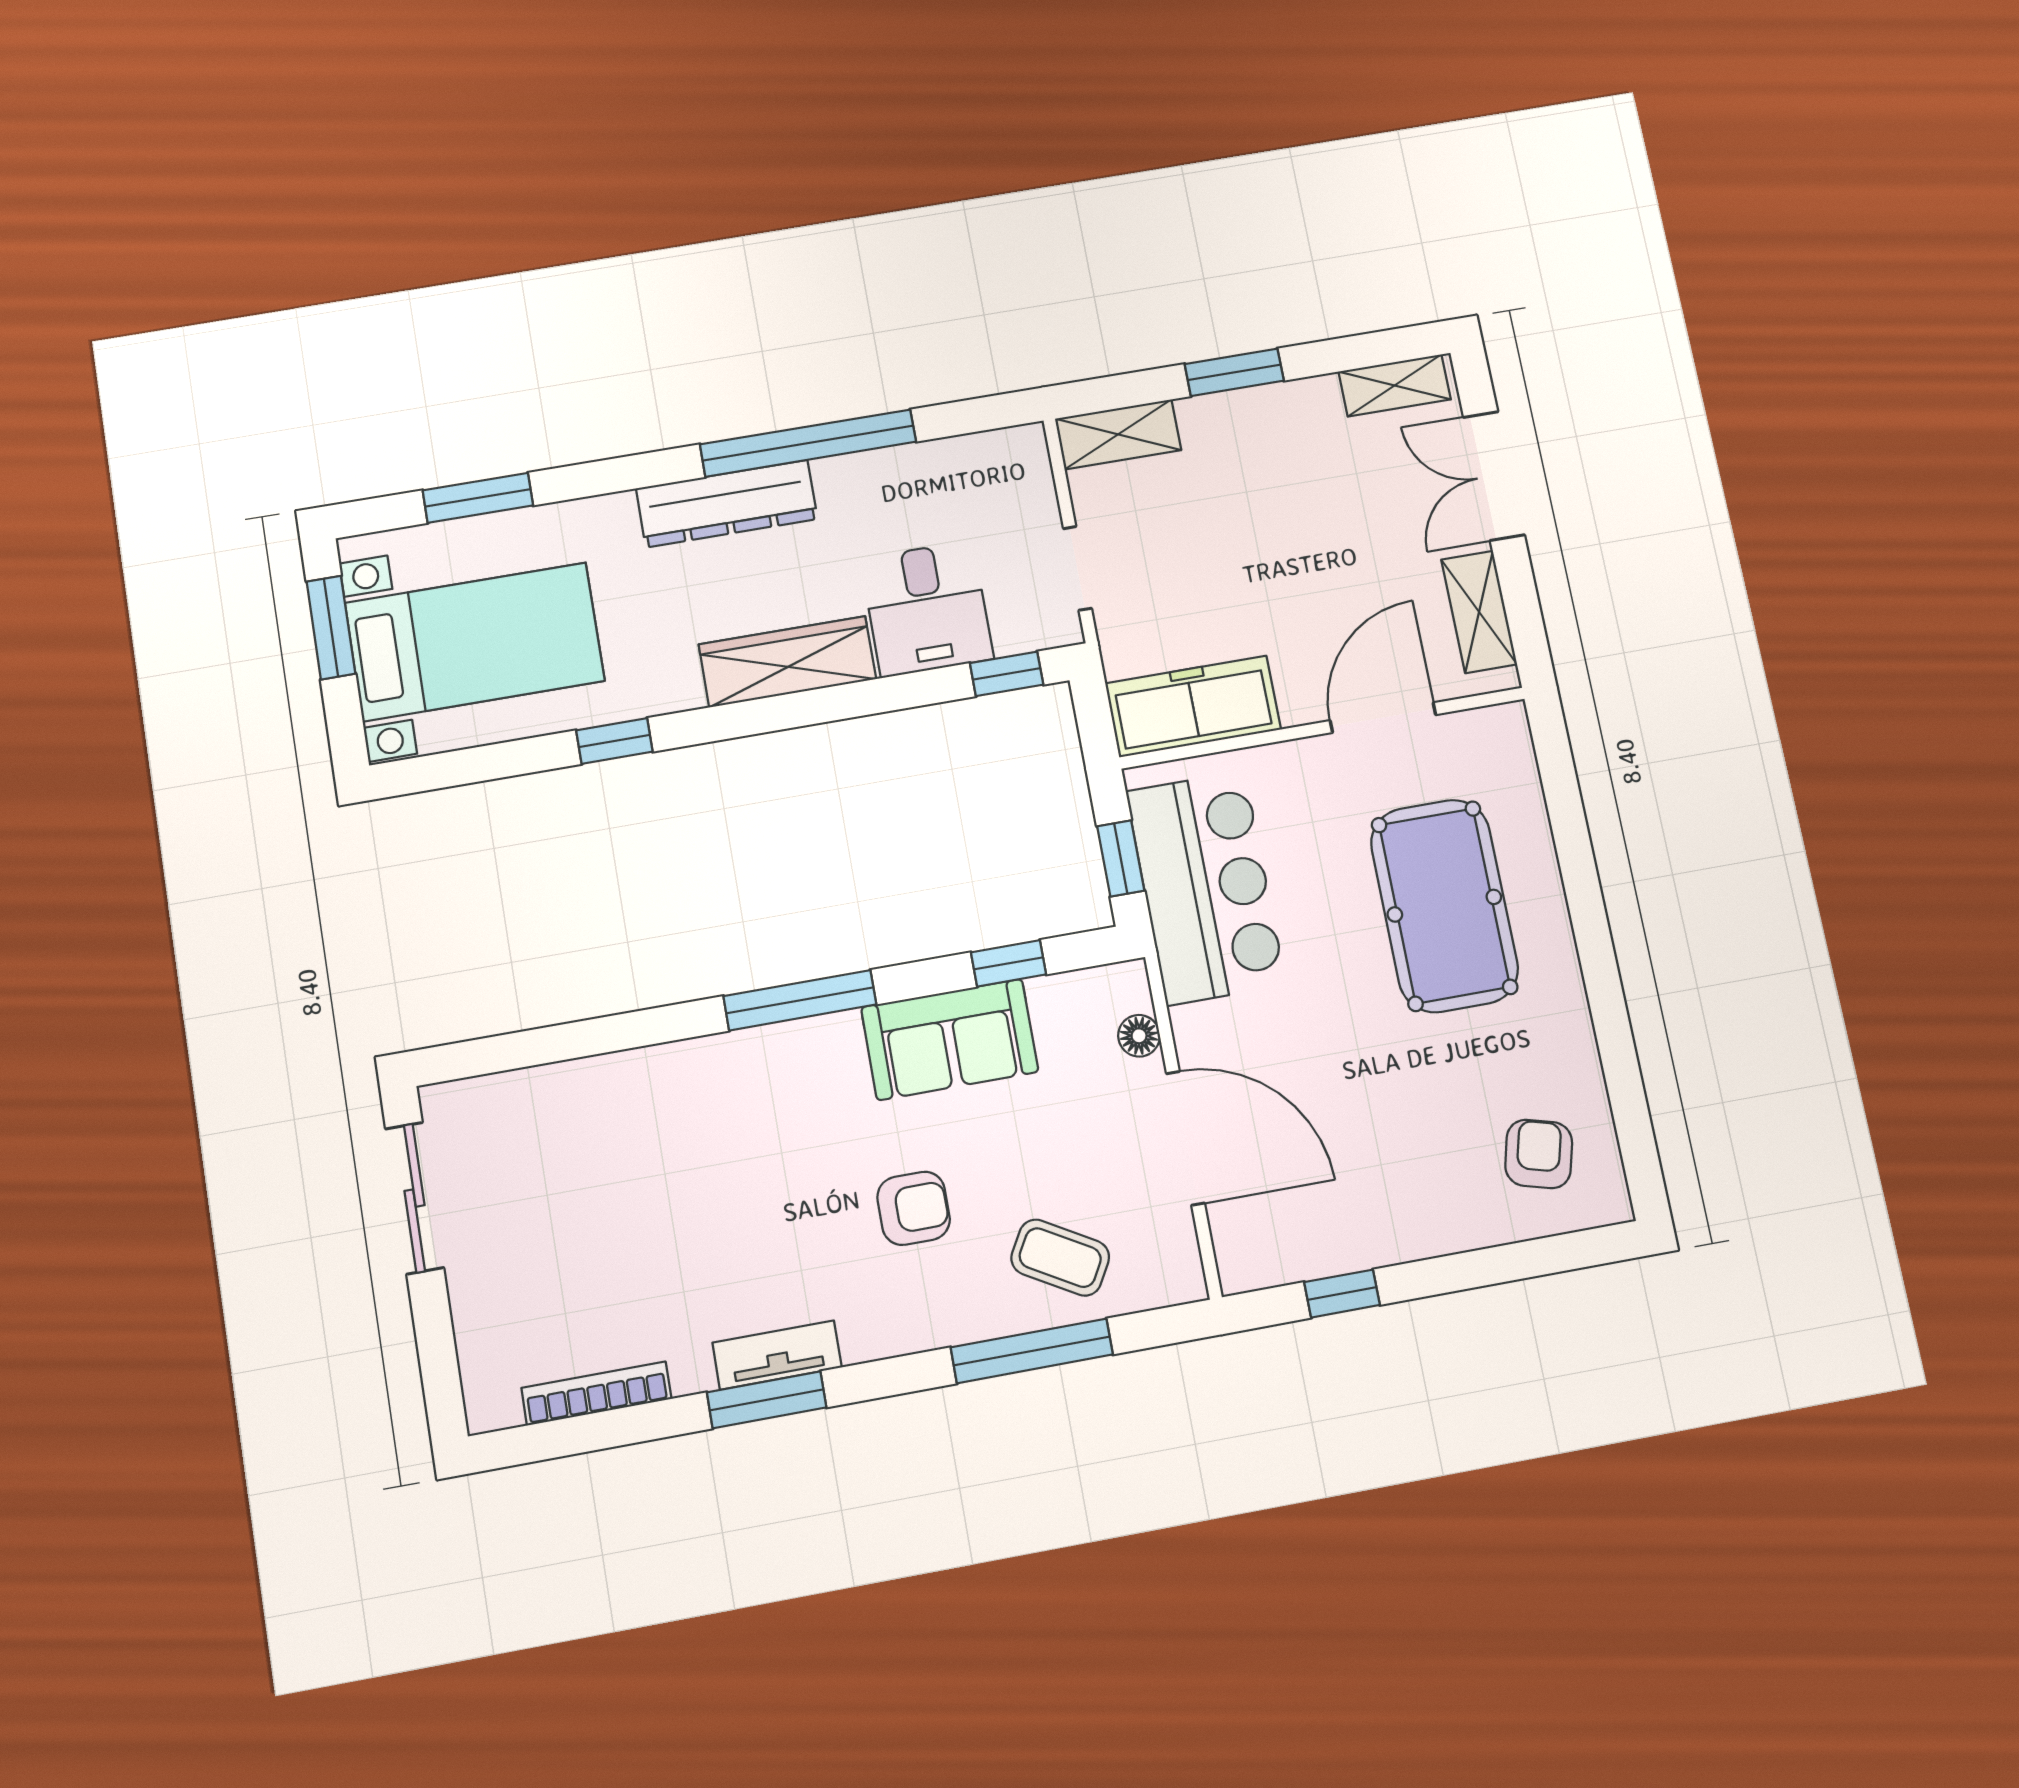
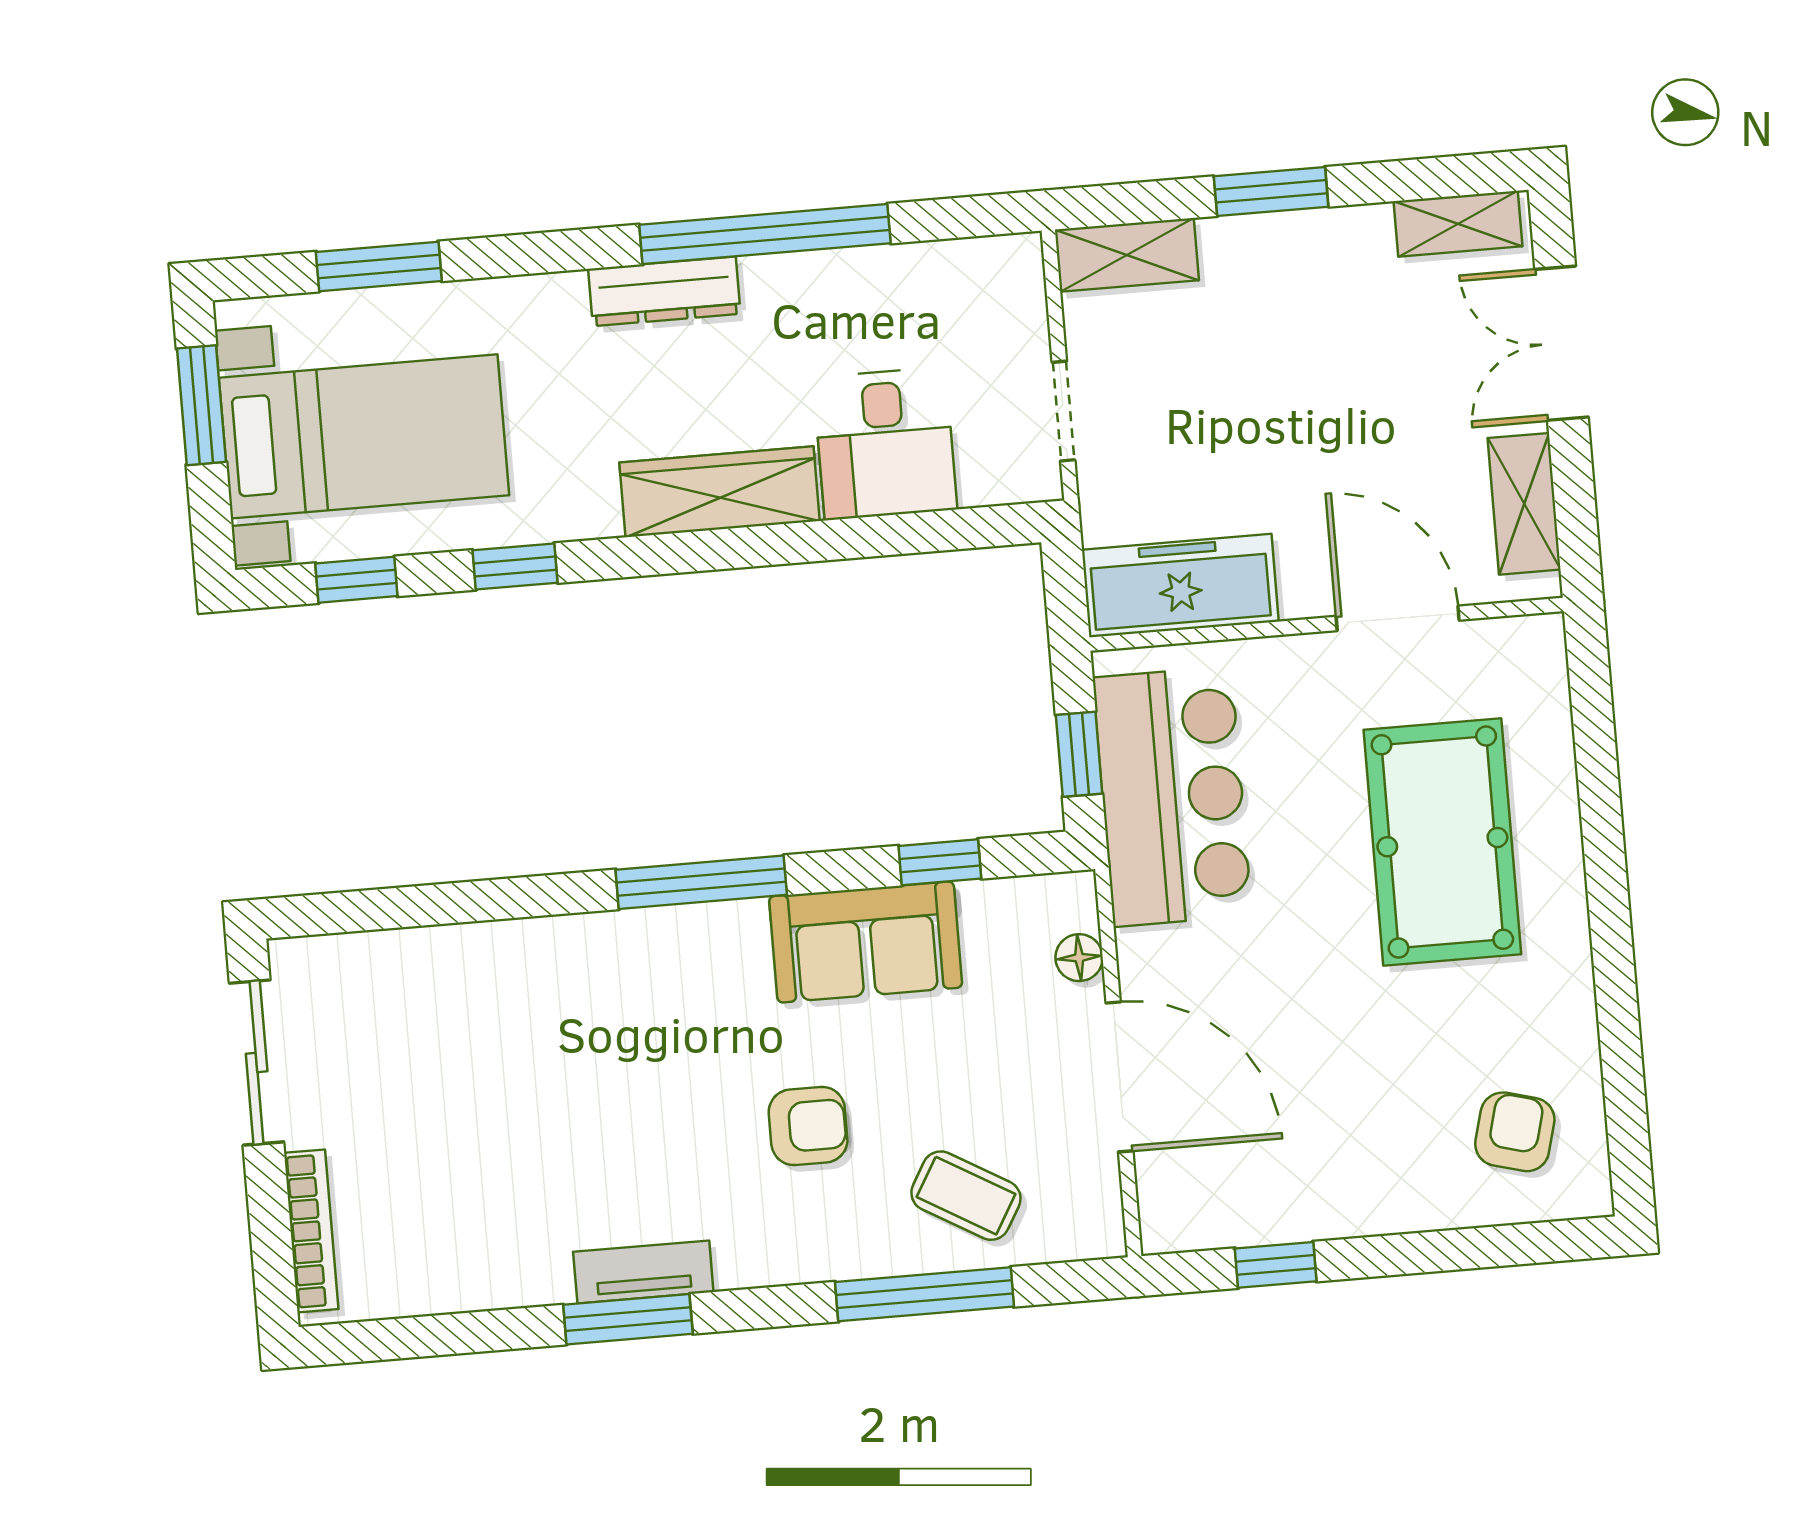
dresser: (727, 504) -> (664, 291), width x0.73, depth x0.80
window: (1007, 674) -> (356, 580), moved
door: (1383, 718) -> (1398, 618), hinge flipped
bookcase: (596, 1393) -> (311, 1231), moved, turned 90

